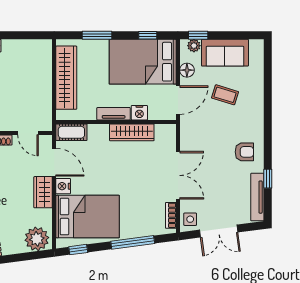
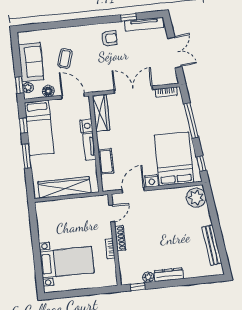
window: (97, 35) -> (27, 156), moved
bed: (143, 62) -> (39, 128), width x0.67
cot: (71, 132) -> (106, 161), moved
wardrobe: (132, 132) -> (101, 113), moved
armchair: (244, 152) -> (109, 38), turned 89
wardrobe: (43, 192) -> (158, 196), removed
side table: (190, 219) -> (168, 76), removed

